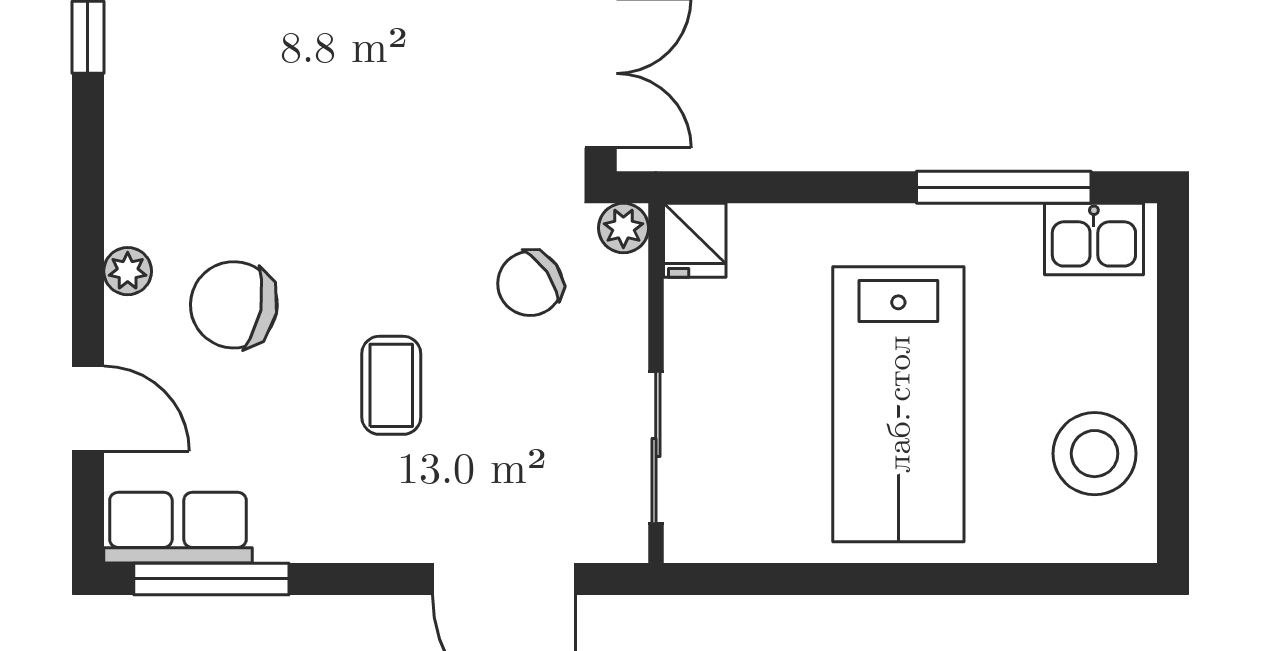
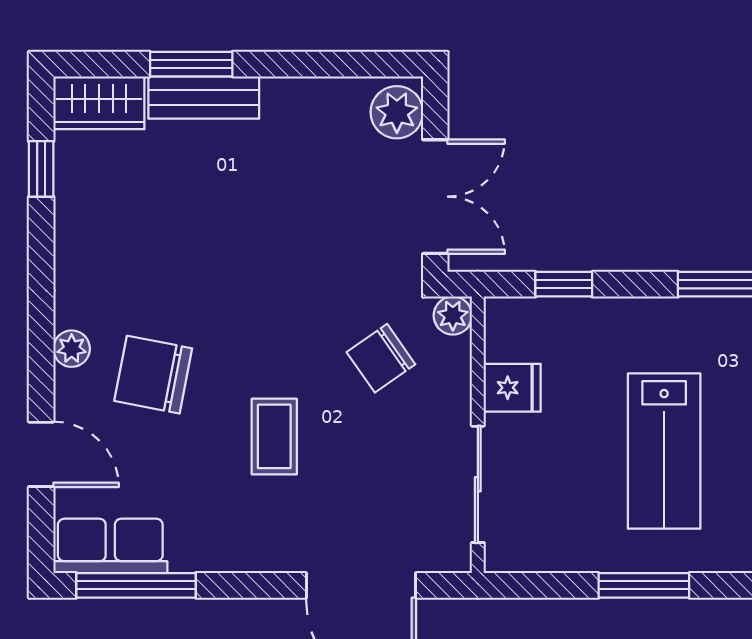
window: (768, 187) -> (564, 284), added
fridge: (695, 240) -> (512, 388), moved, turned -90
lab bench: (898, 404) -> (664, 451), width x0.73, depth x0.72
window: (872, 579) -> (644, 585), added

